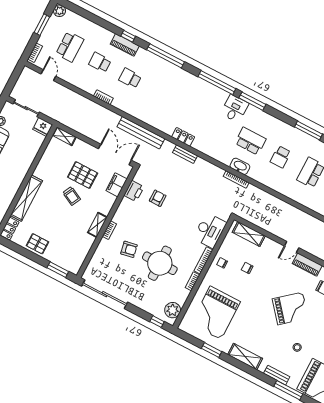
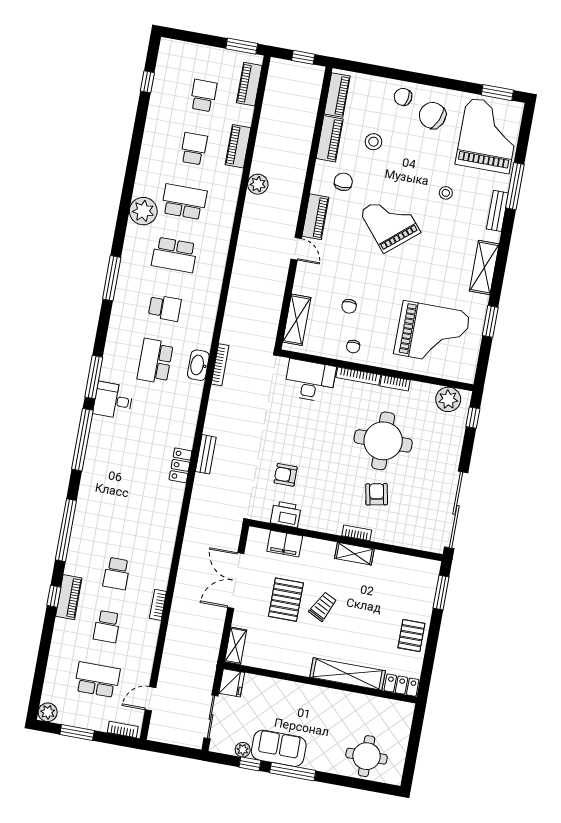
bench: (141, 133) -> (194, 531), removed
double door: (115, 155) -> (236, 581), moved

